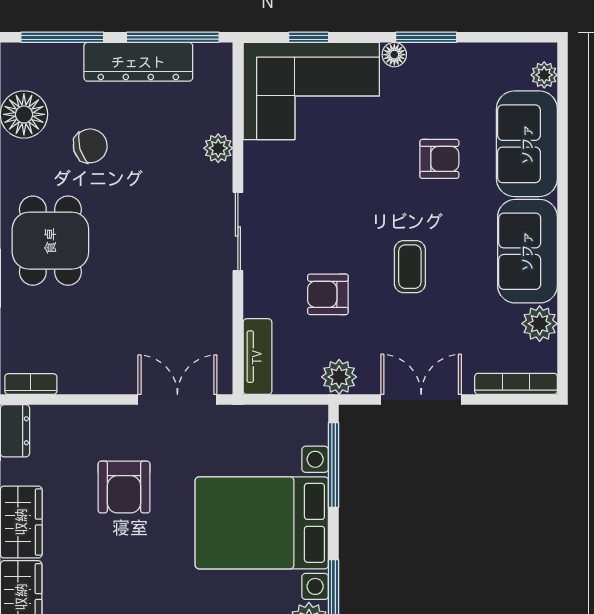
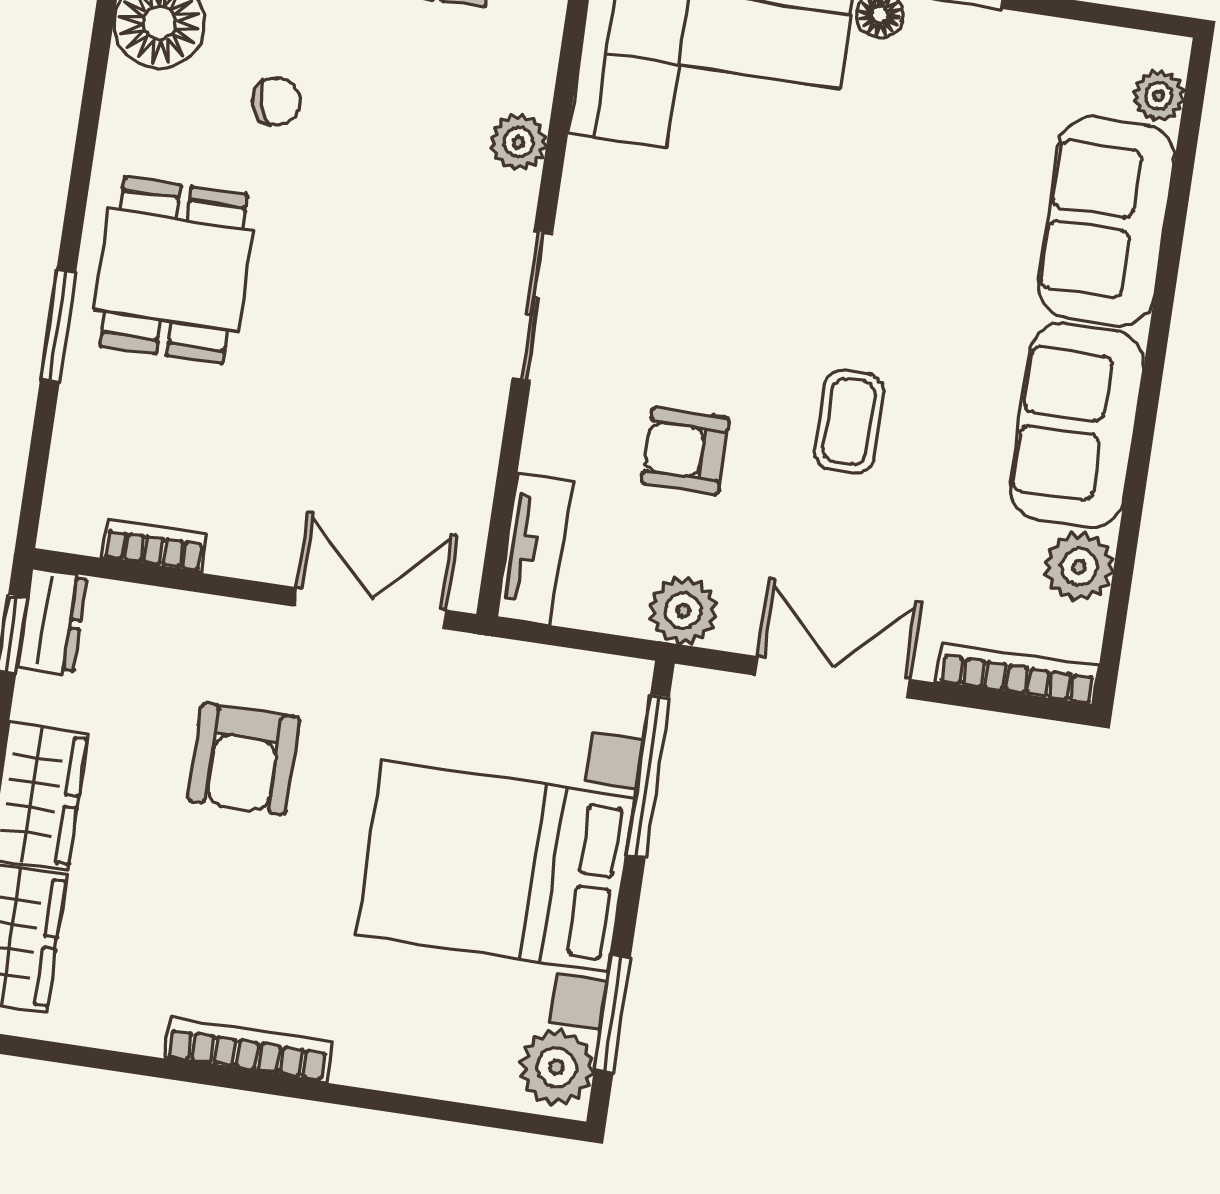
chair: (90, 146) -> (276, 101), width x0.73, depth x0.73
armchair: (439, 159) -> (936, 225), removed
bookcase: (31, 384) -> (154, 546), moved

